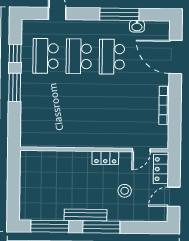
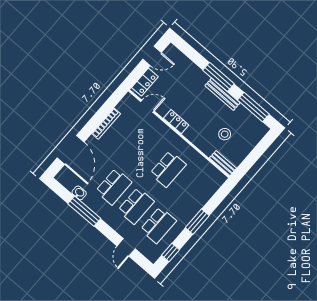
window: (15, 53) -> (170, 253), moved
school desk: (78, 111) -> (168, 169), added
bench: (35, 156) -> (223, 163), added
stool: (125, 191) -> (225, 134), moved

